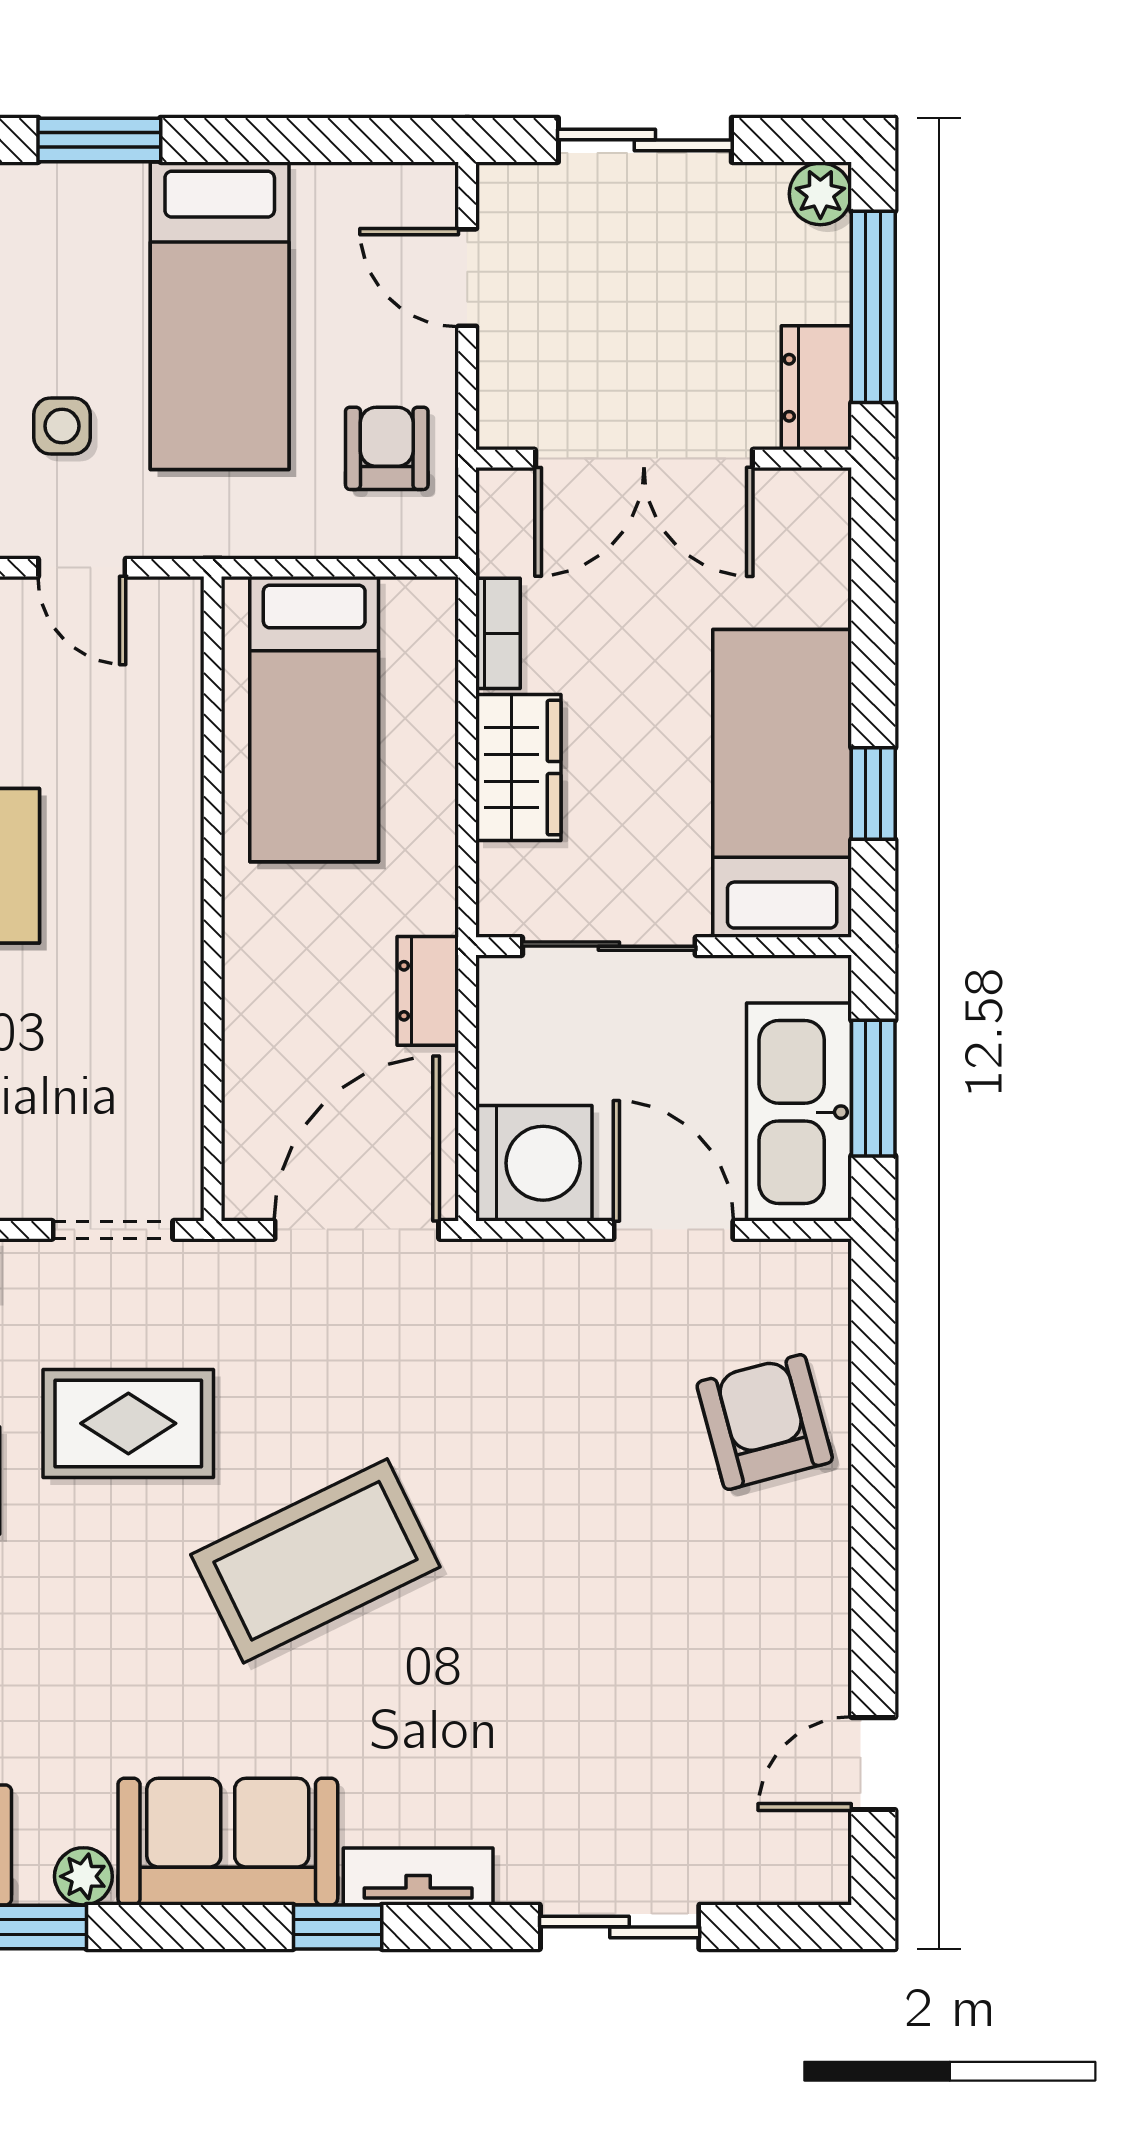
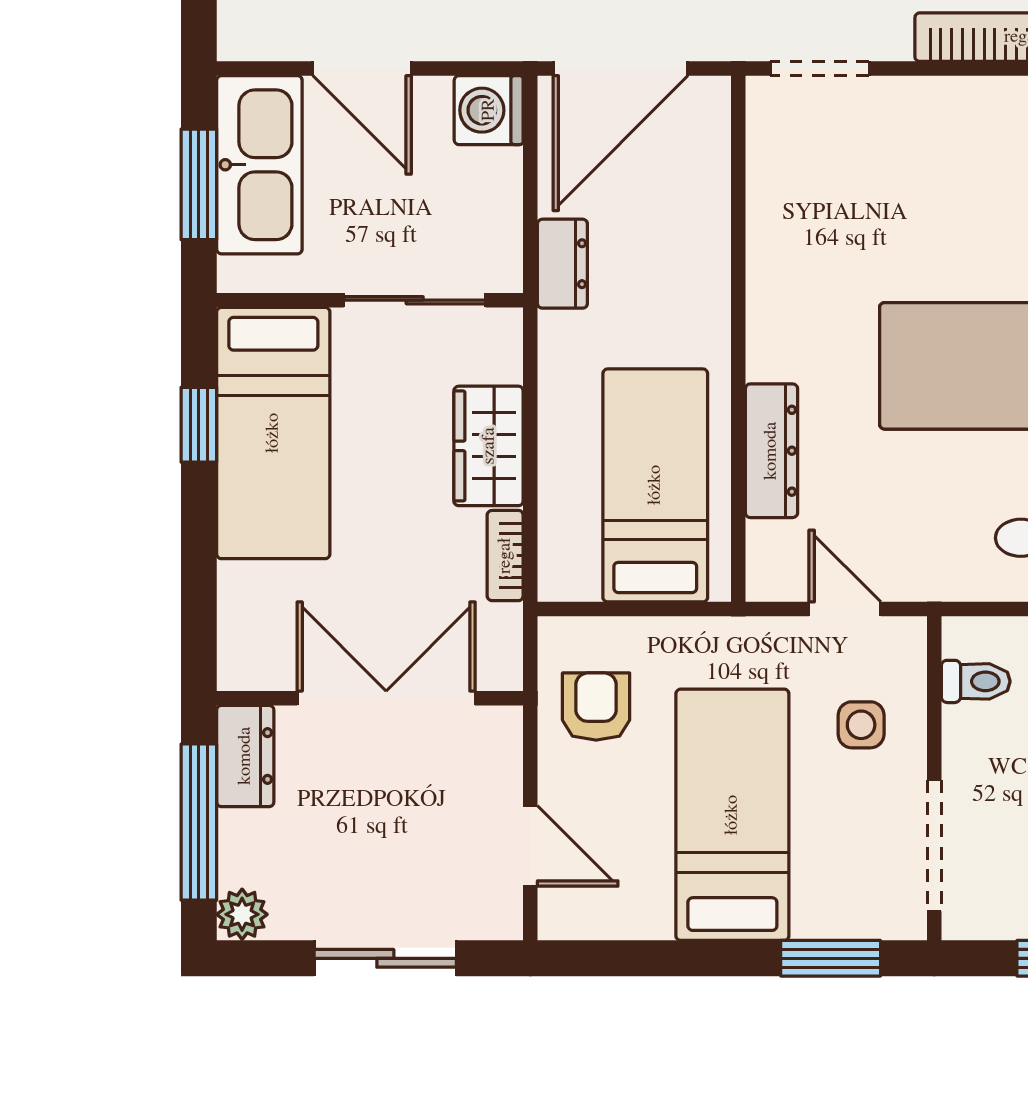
armchair: (387, 448) -> (596, 707), turned 180
dresser: (172, 762) -> (771, 451), added
washing machine: (534, 1163) -> (489, 110), width x0.73, depth x0.73

